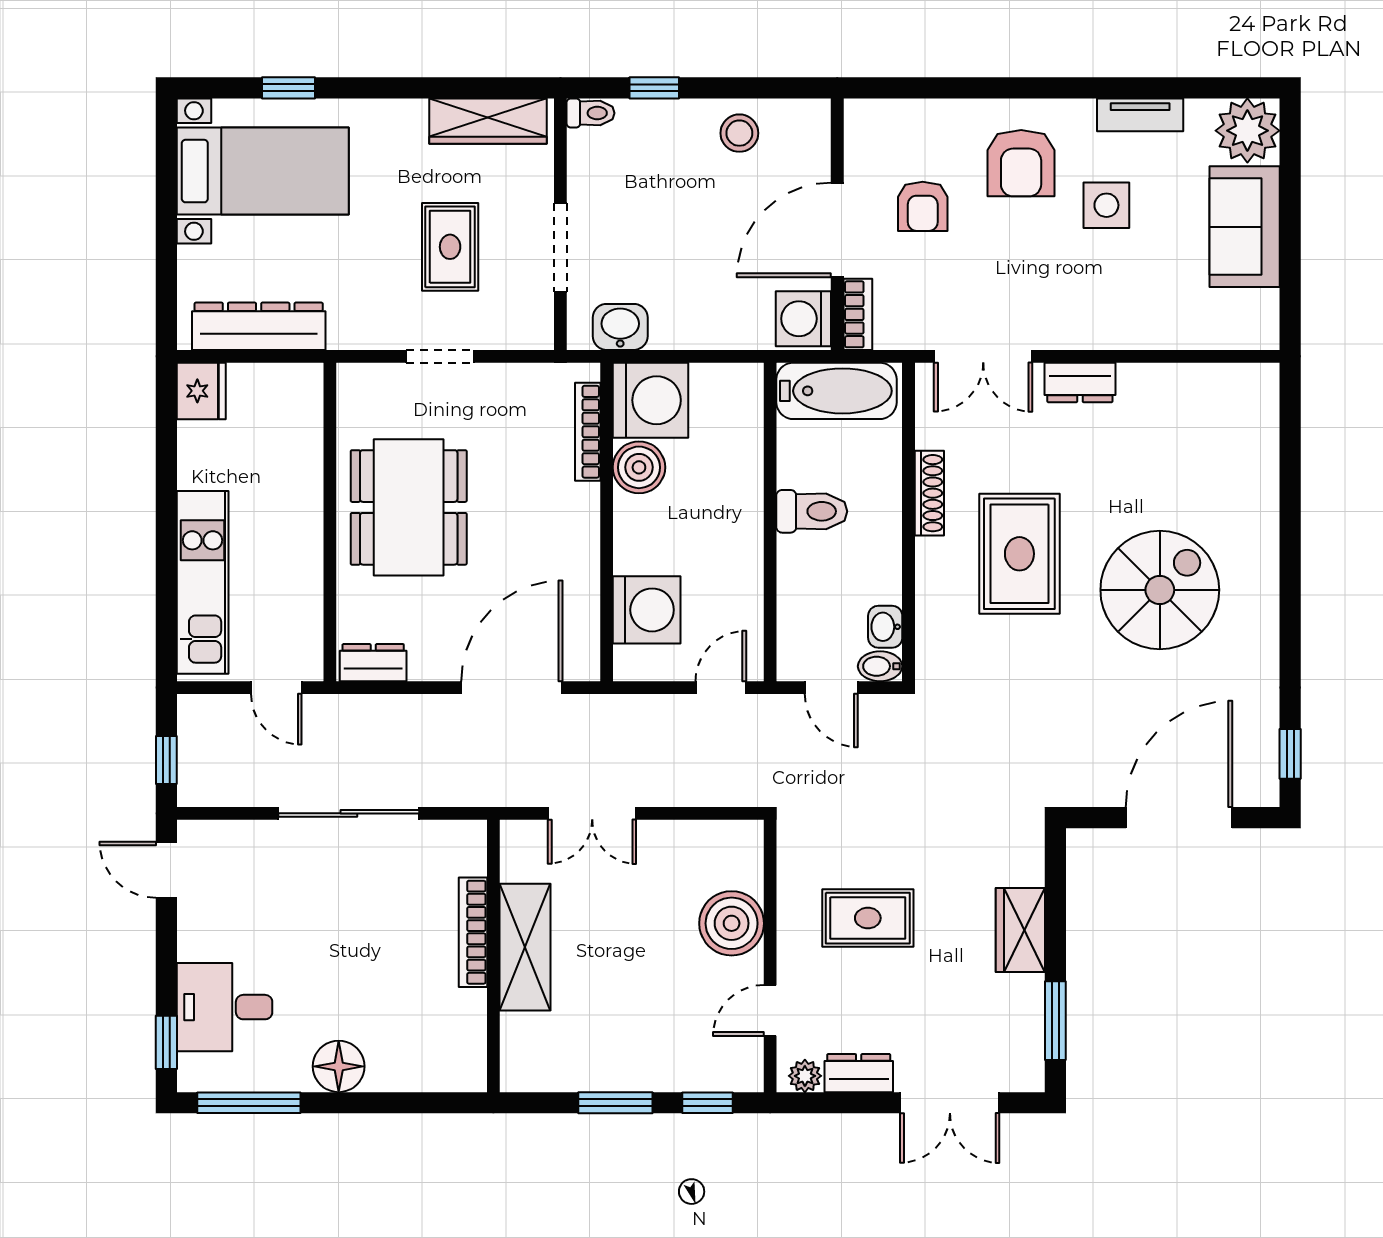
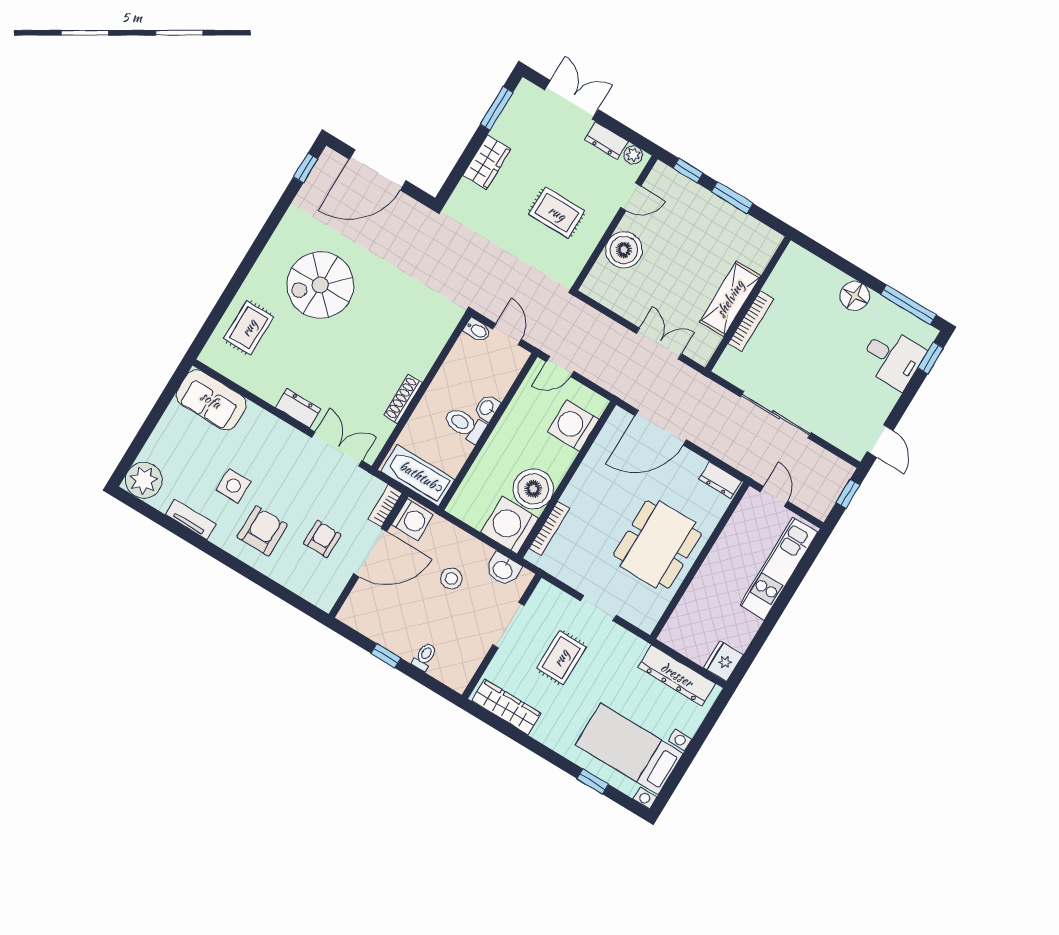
window: (654, 88) -> (386, 656), moved
toilet: (591, 113) -> (424, 657), moved, turned 90
stool: (739, 133) -> (451, 579), moved
sofa: (1245, 227) -> (211, 400), moved, turned 90
boiler: (639, 467) -> (533, 489), width x1.37, depth x1.37
rug: (1019, 554) -> (249, 328), moved, width x0.73, depth x0.70
washbasin: (885, 627) -> (487, 408), moved, turned 180

